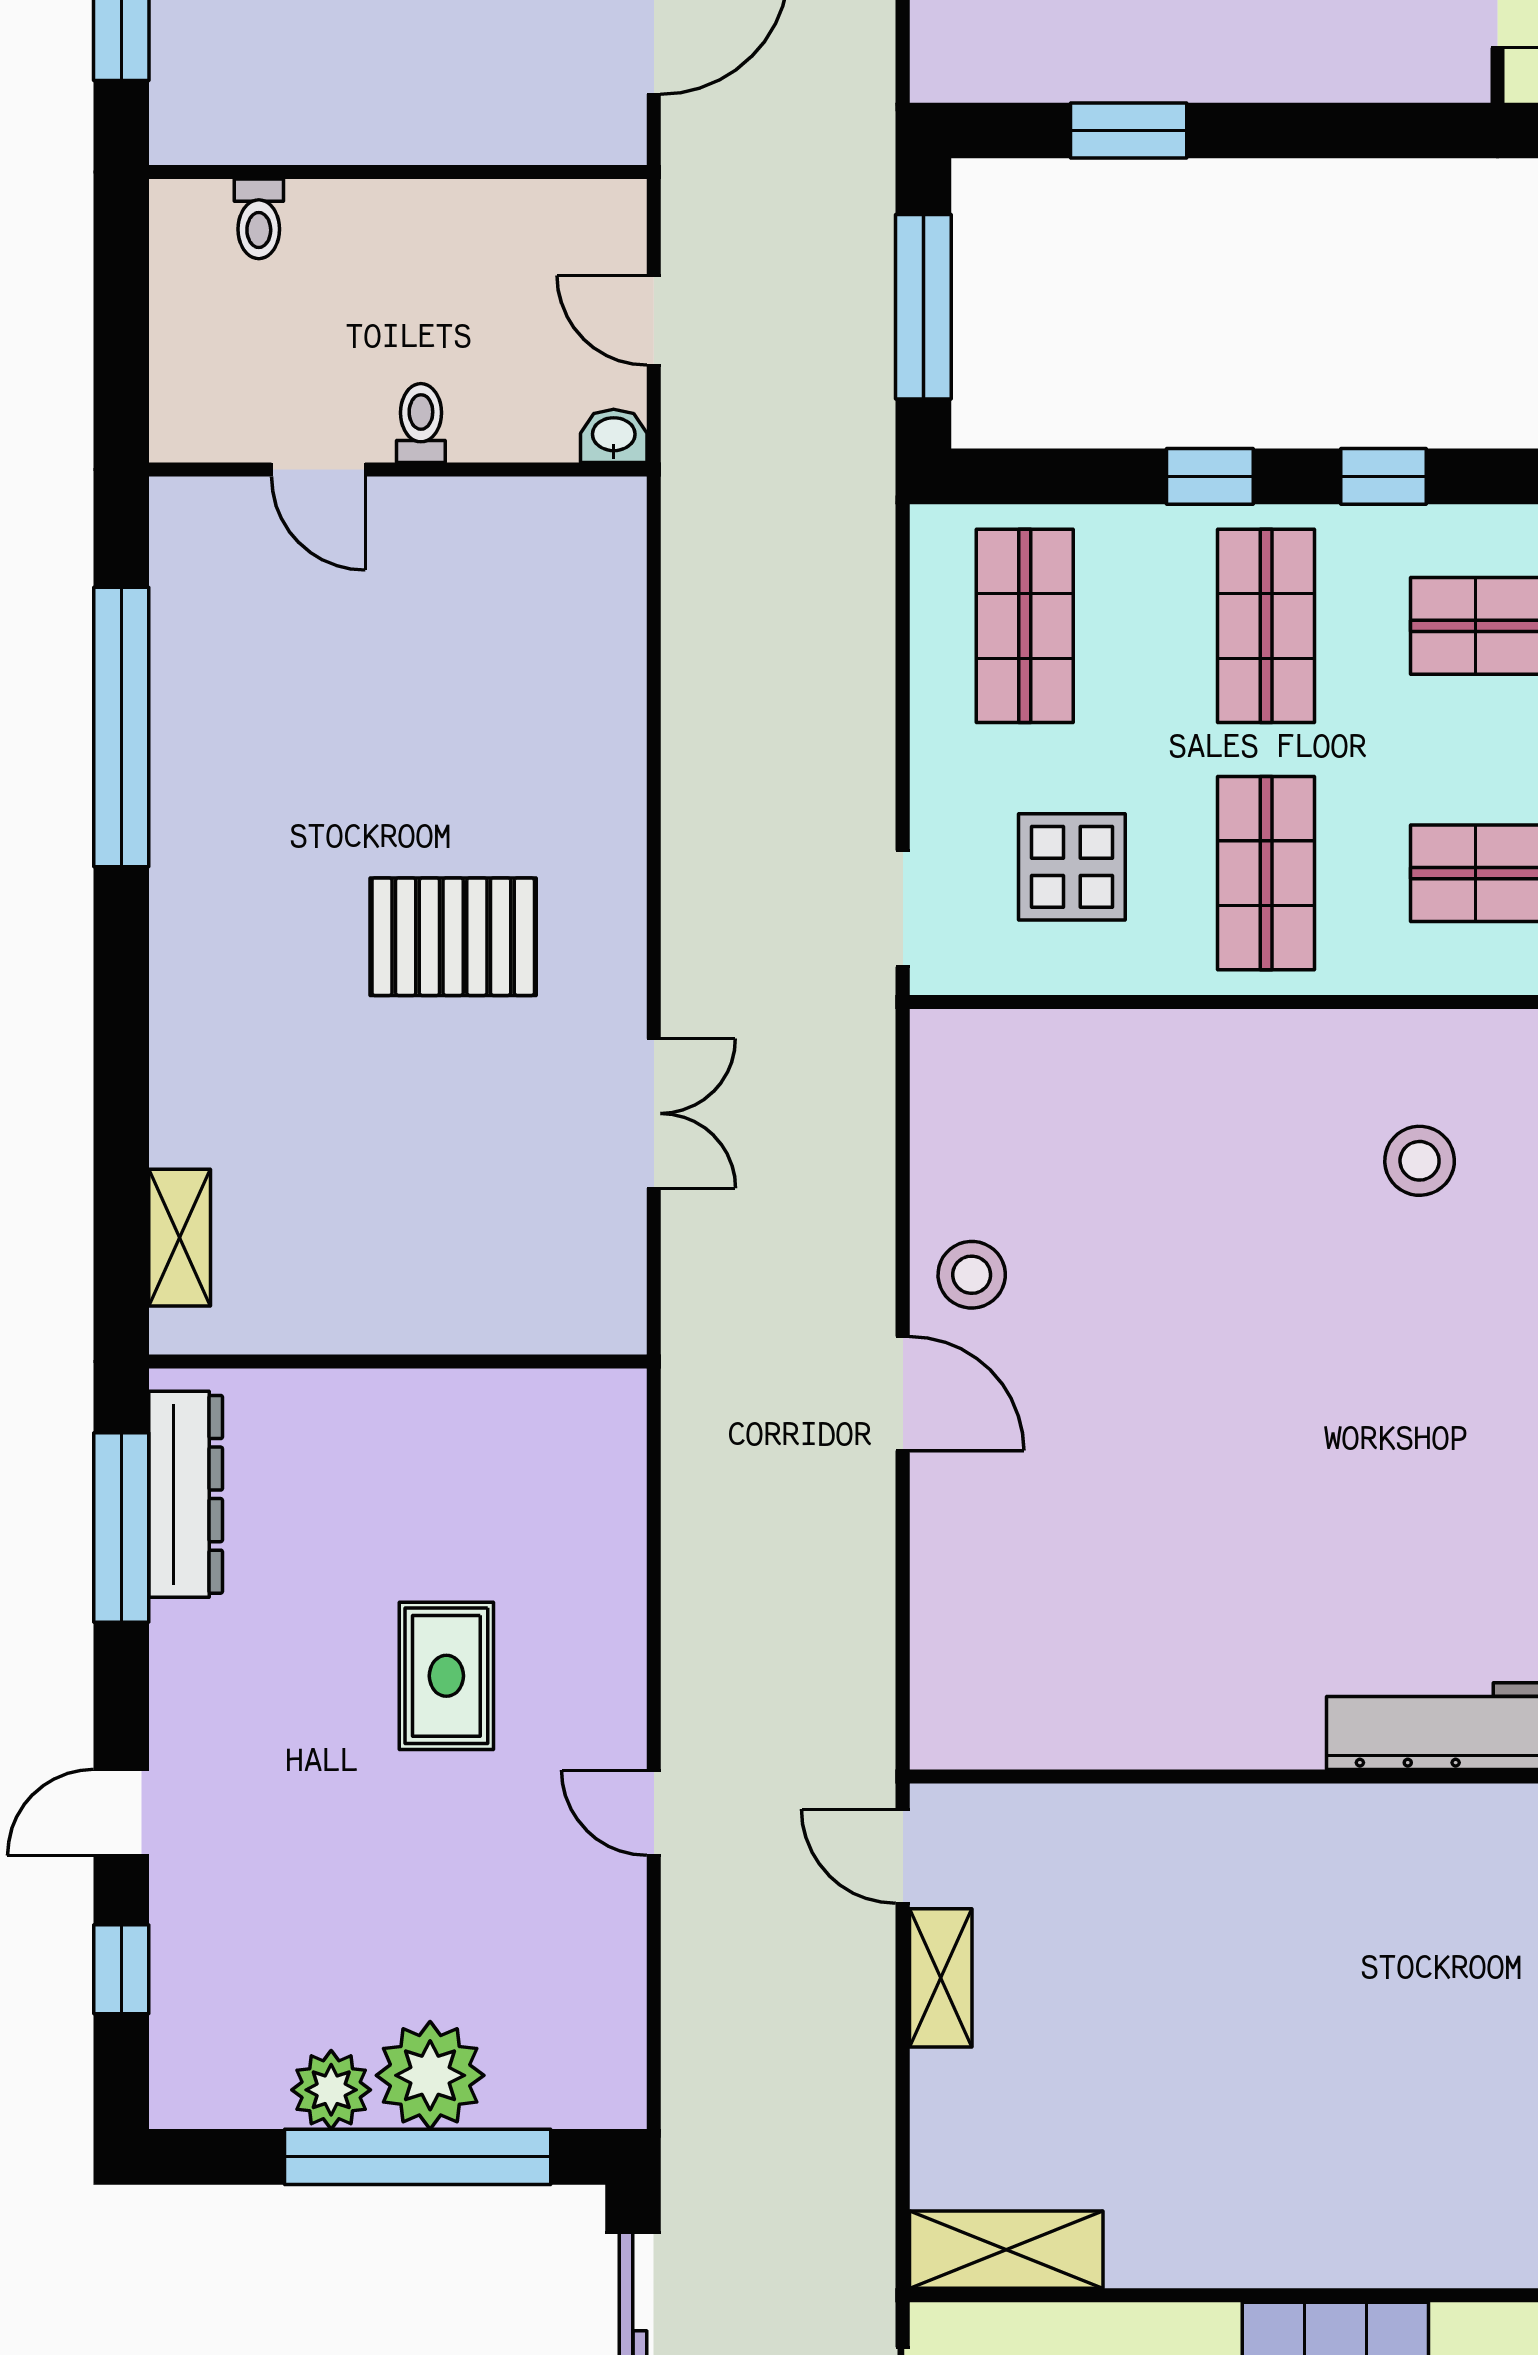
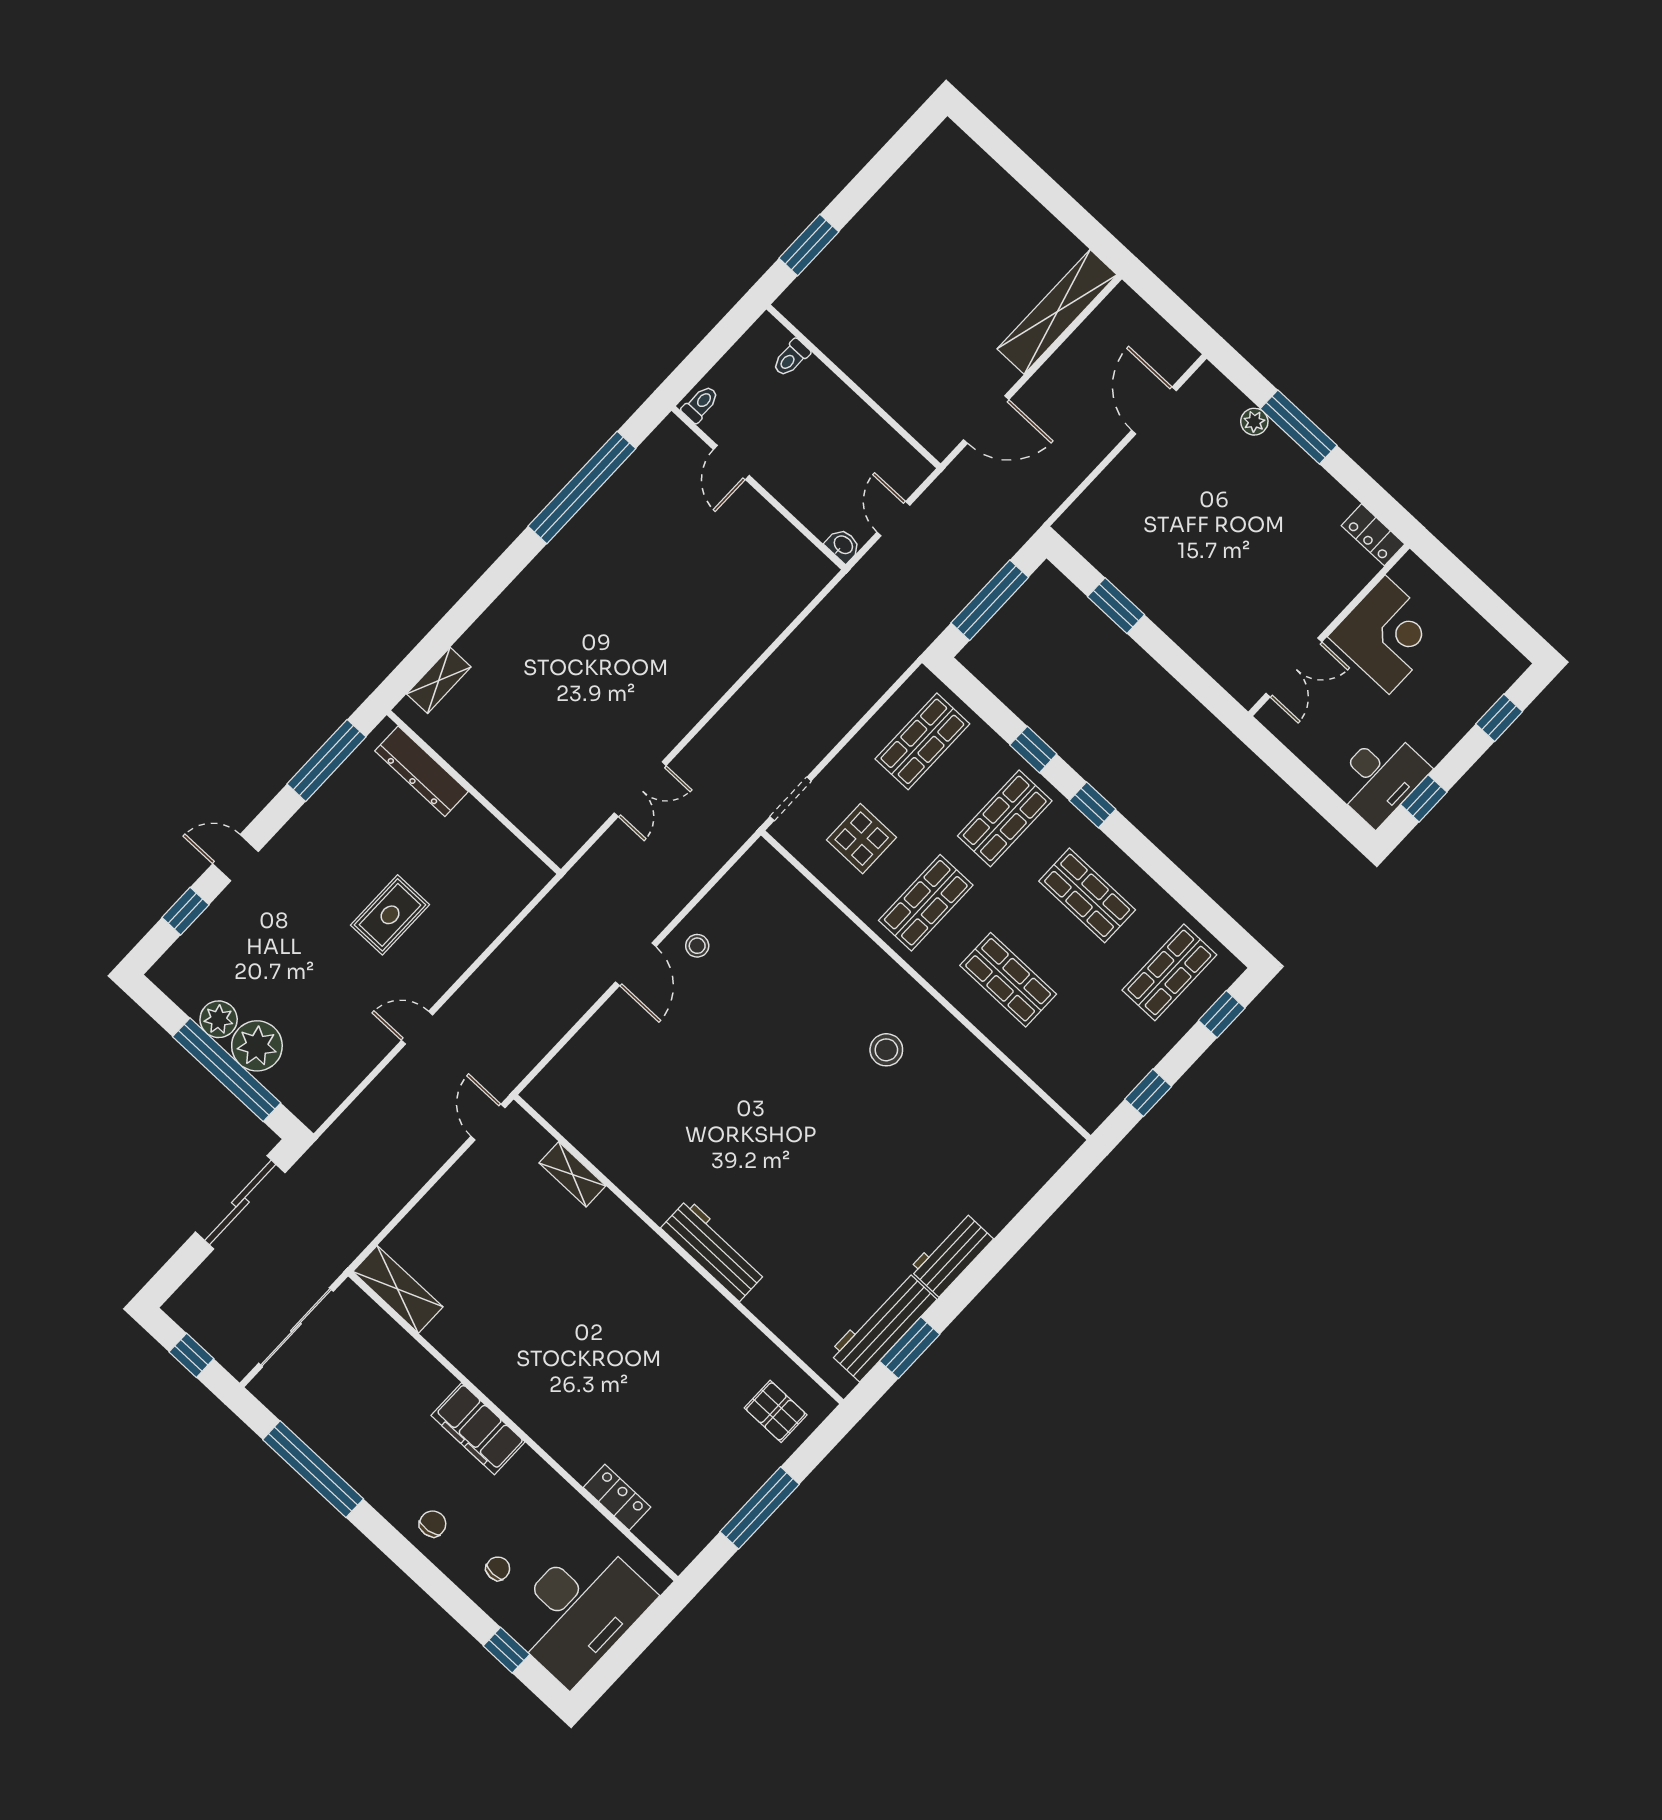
toilet: (421, 423) -> (700, 404), moved
pallet: (453, 937) -> (628, 665), removed
stool: (972, 1275) -> (697, 946), width x0.73, depth x0.73
dresser: (186, 1494) -> (422, 771), moved, turned 90
door: (654, 1813) -> (417, 1028), hinge flipped
shelving: (941, 1978) -> (572, 1174), moved, turned 90

